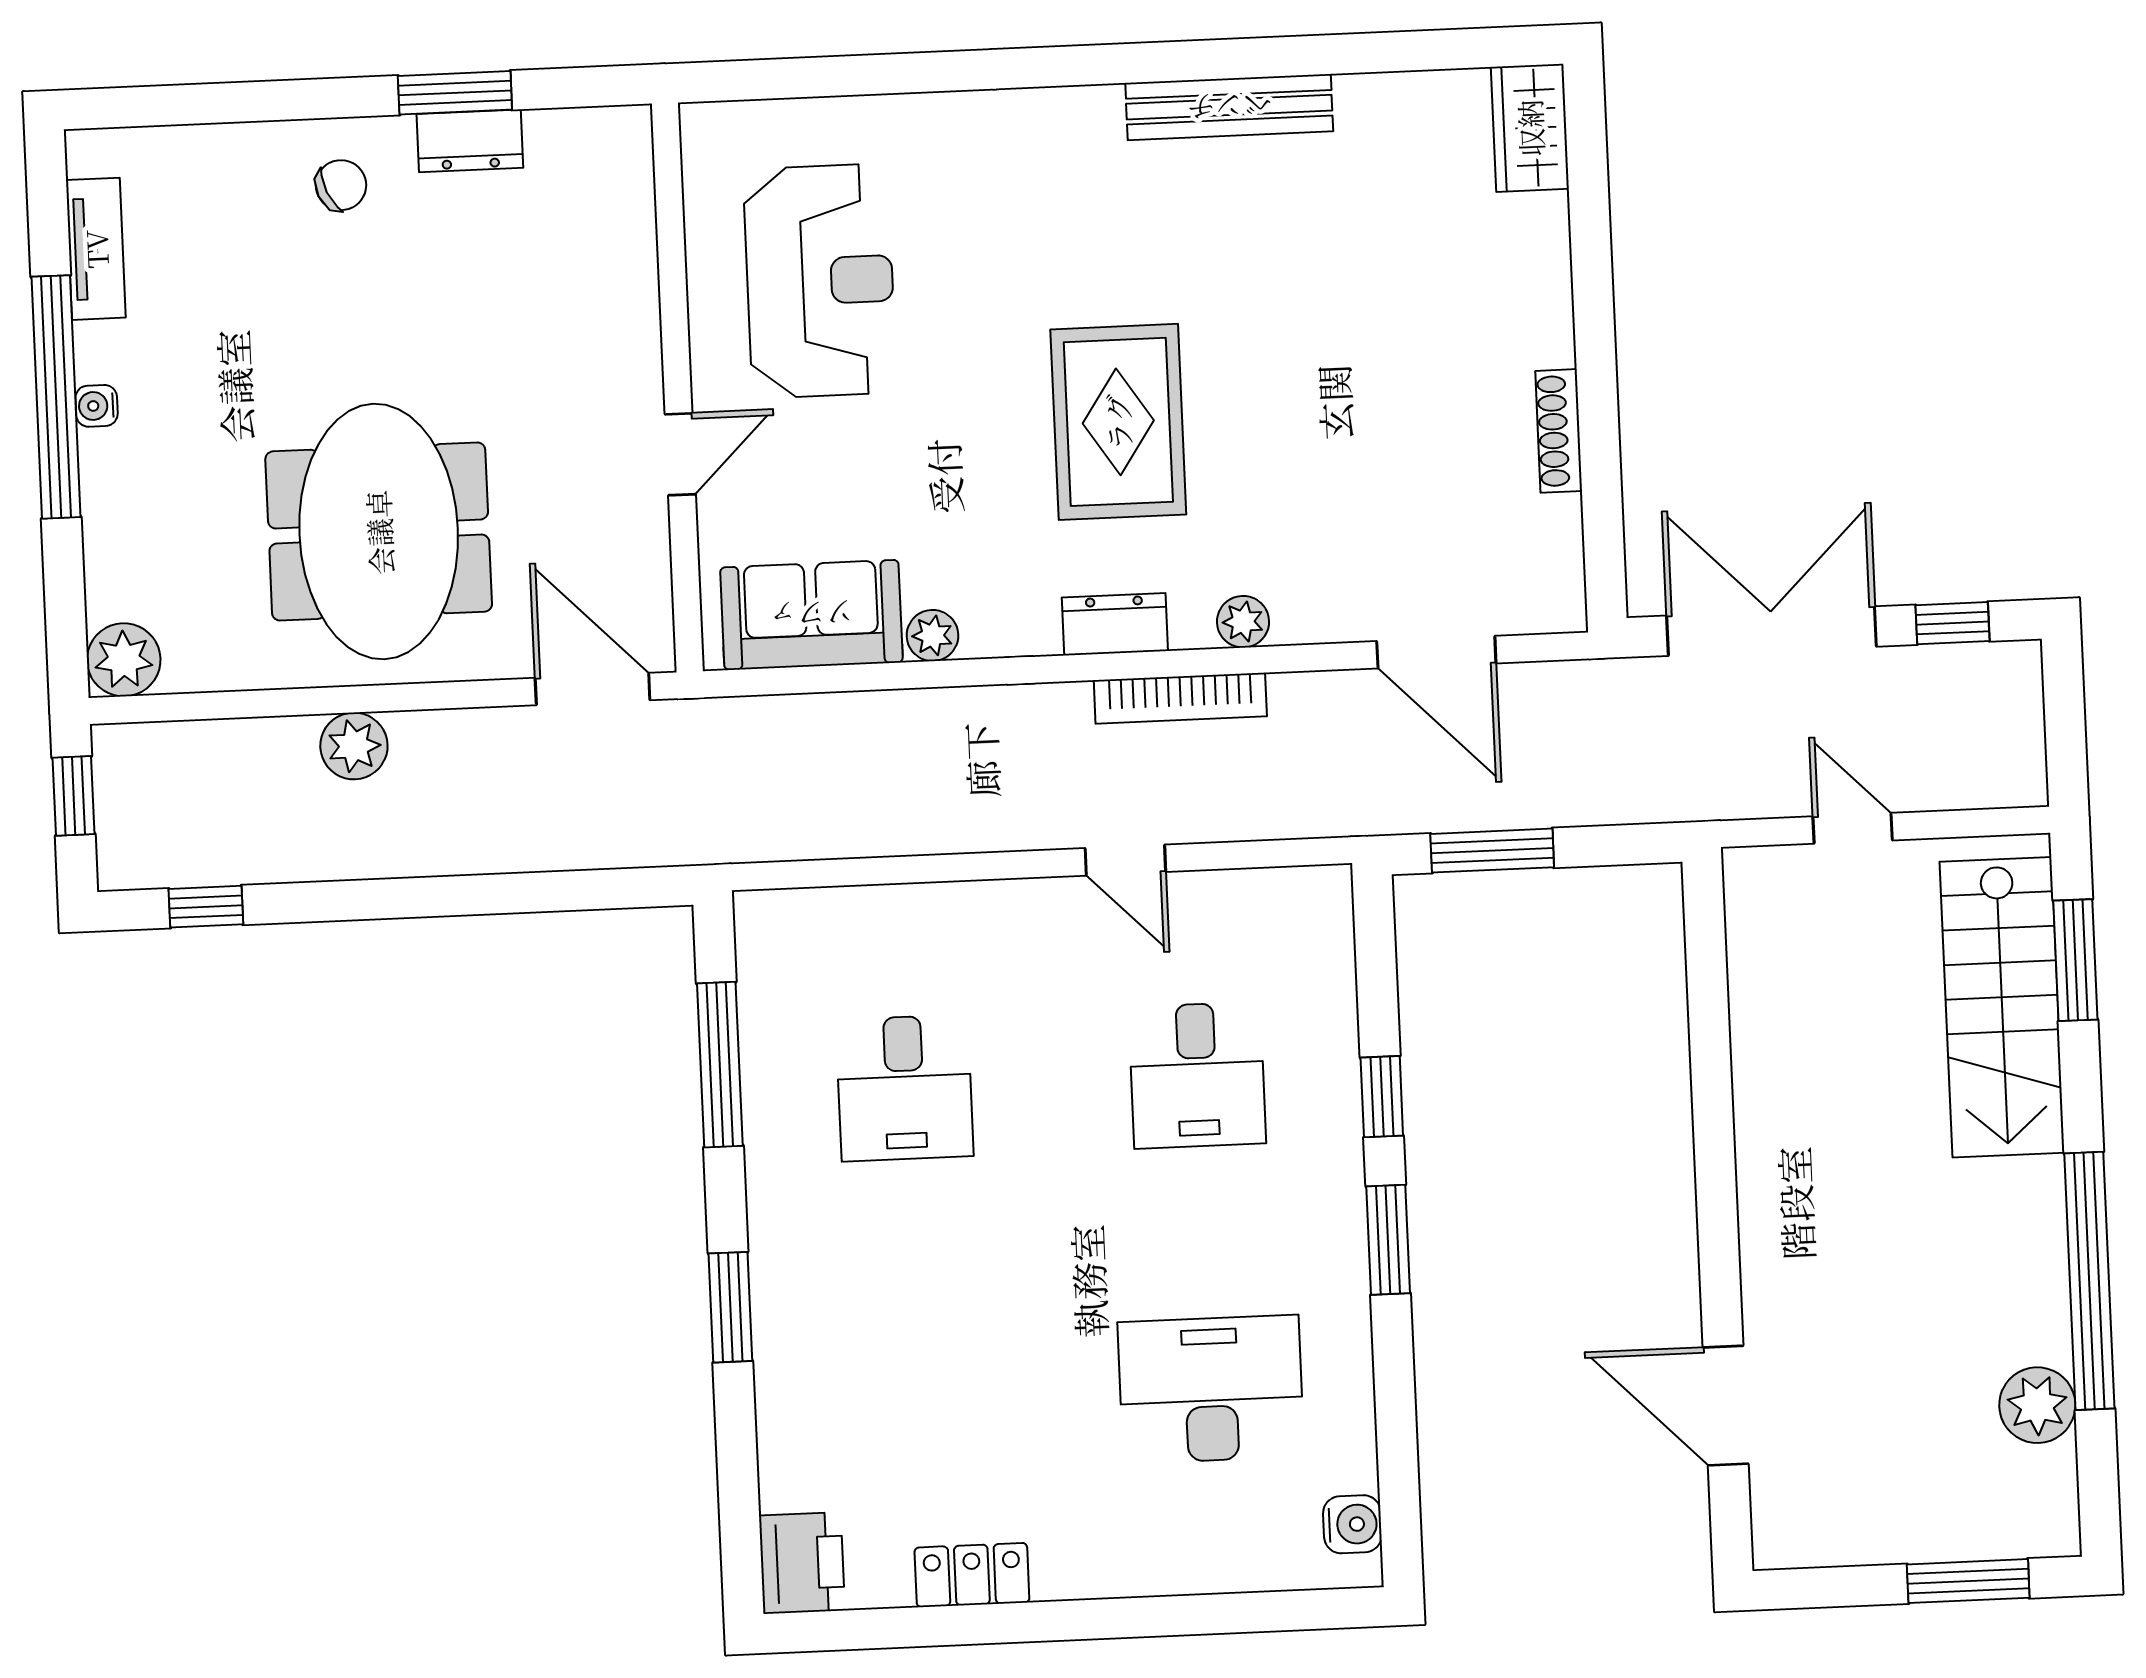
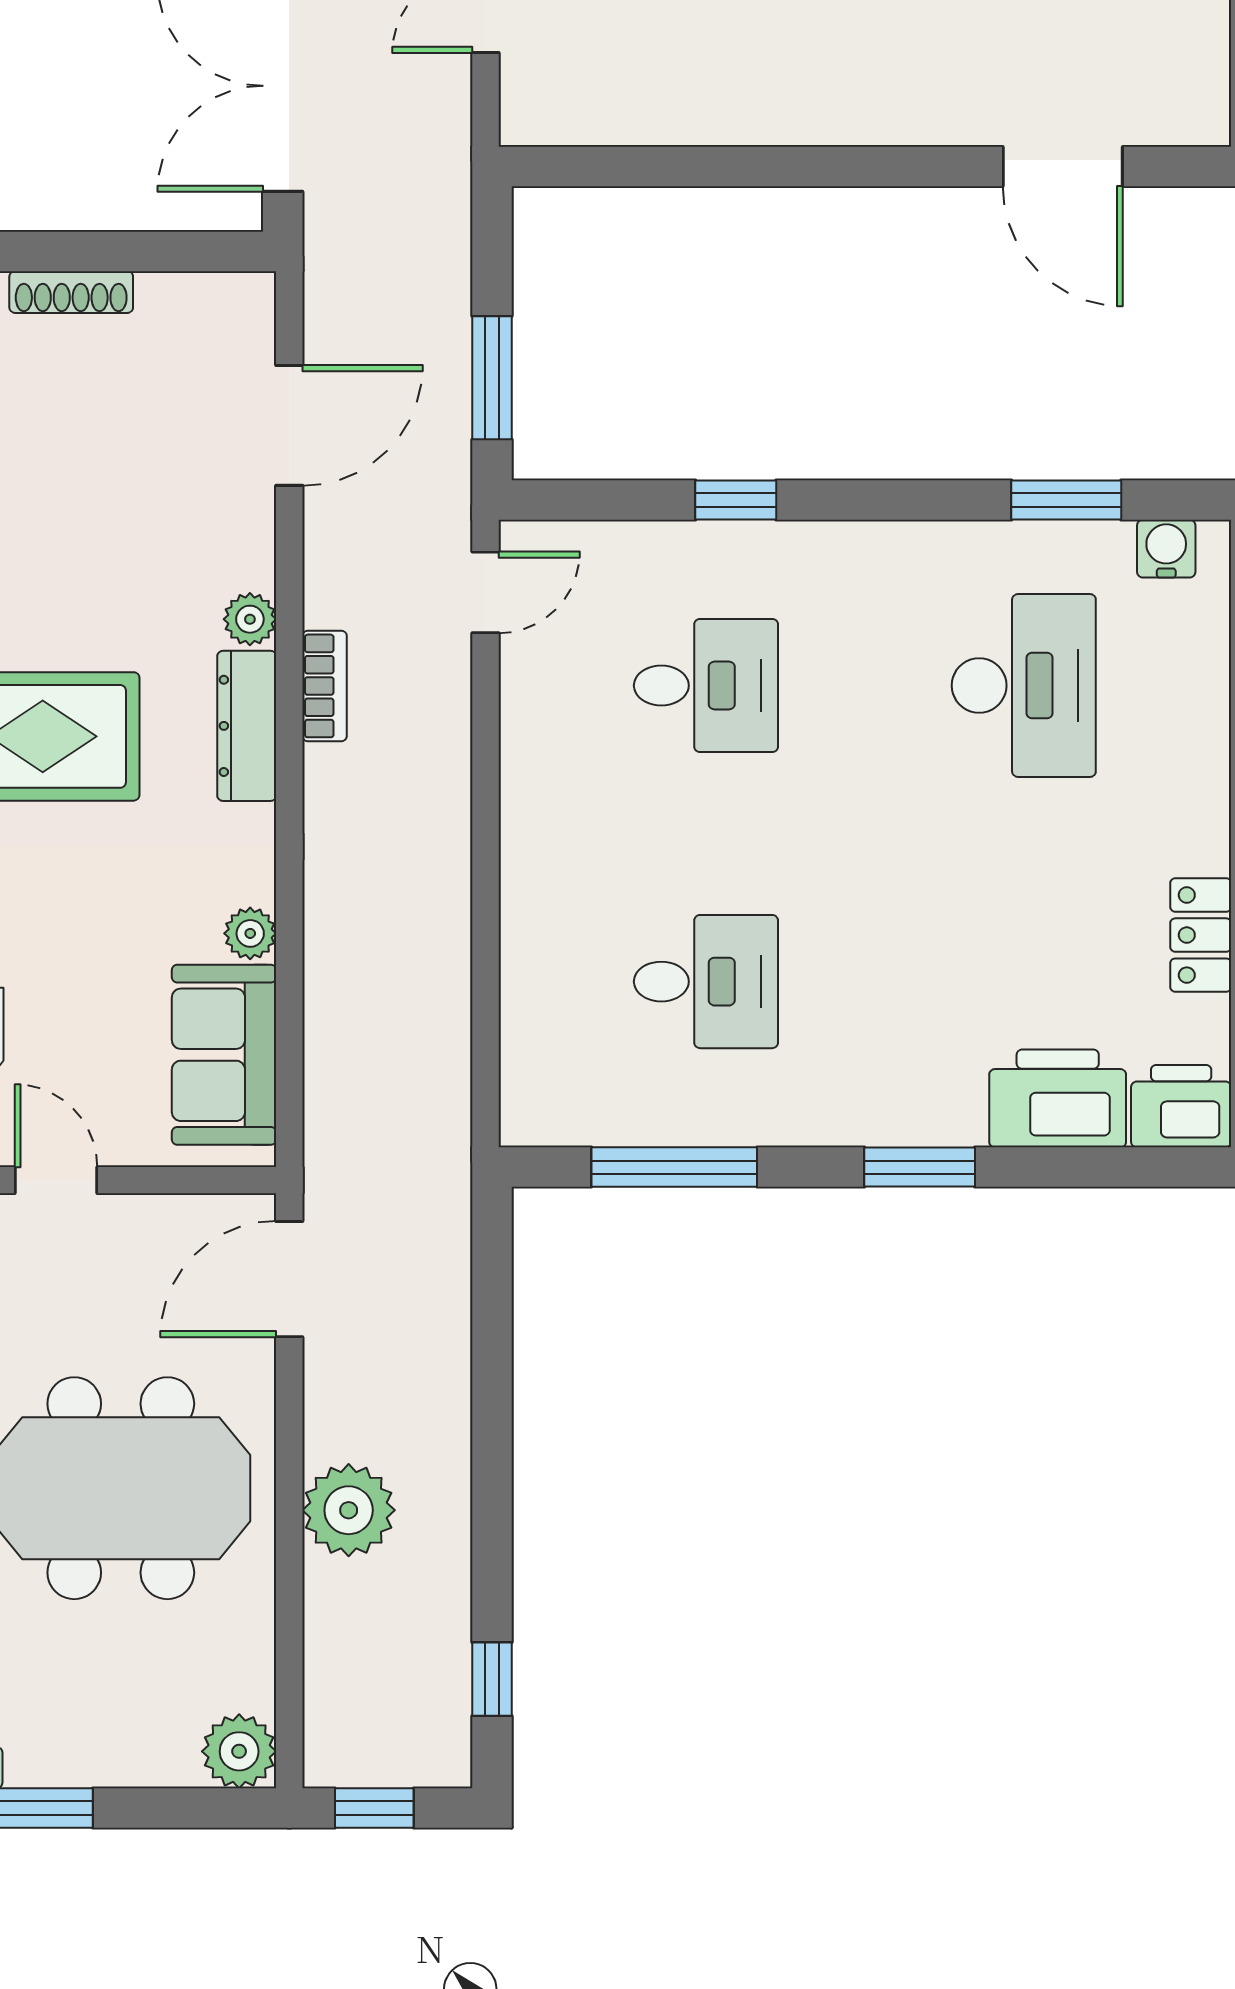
dresser: (1115, 624) -> (247, 726), width x1.44
bookcase: (1180, 698) -> (325, 686), width x0.64
plant: (354, 746) -> (349, 1510), width x1.36, depth x1.36
door: (1125, 860) -> (485, 592), moved
window: (1388, 1240) -> (1066, 500), moved
desk: (1211, 1389) -> (1024, 686), turned 180
door: (1726, 1406) -> (1063, 166), hinge flipped
printer: (804, 1441) -> (1058, 1098), added

